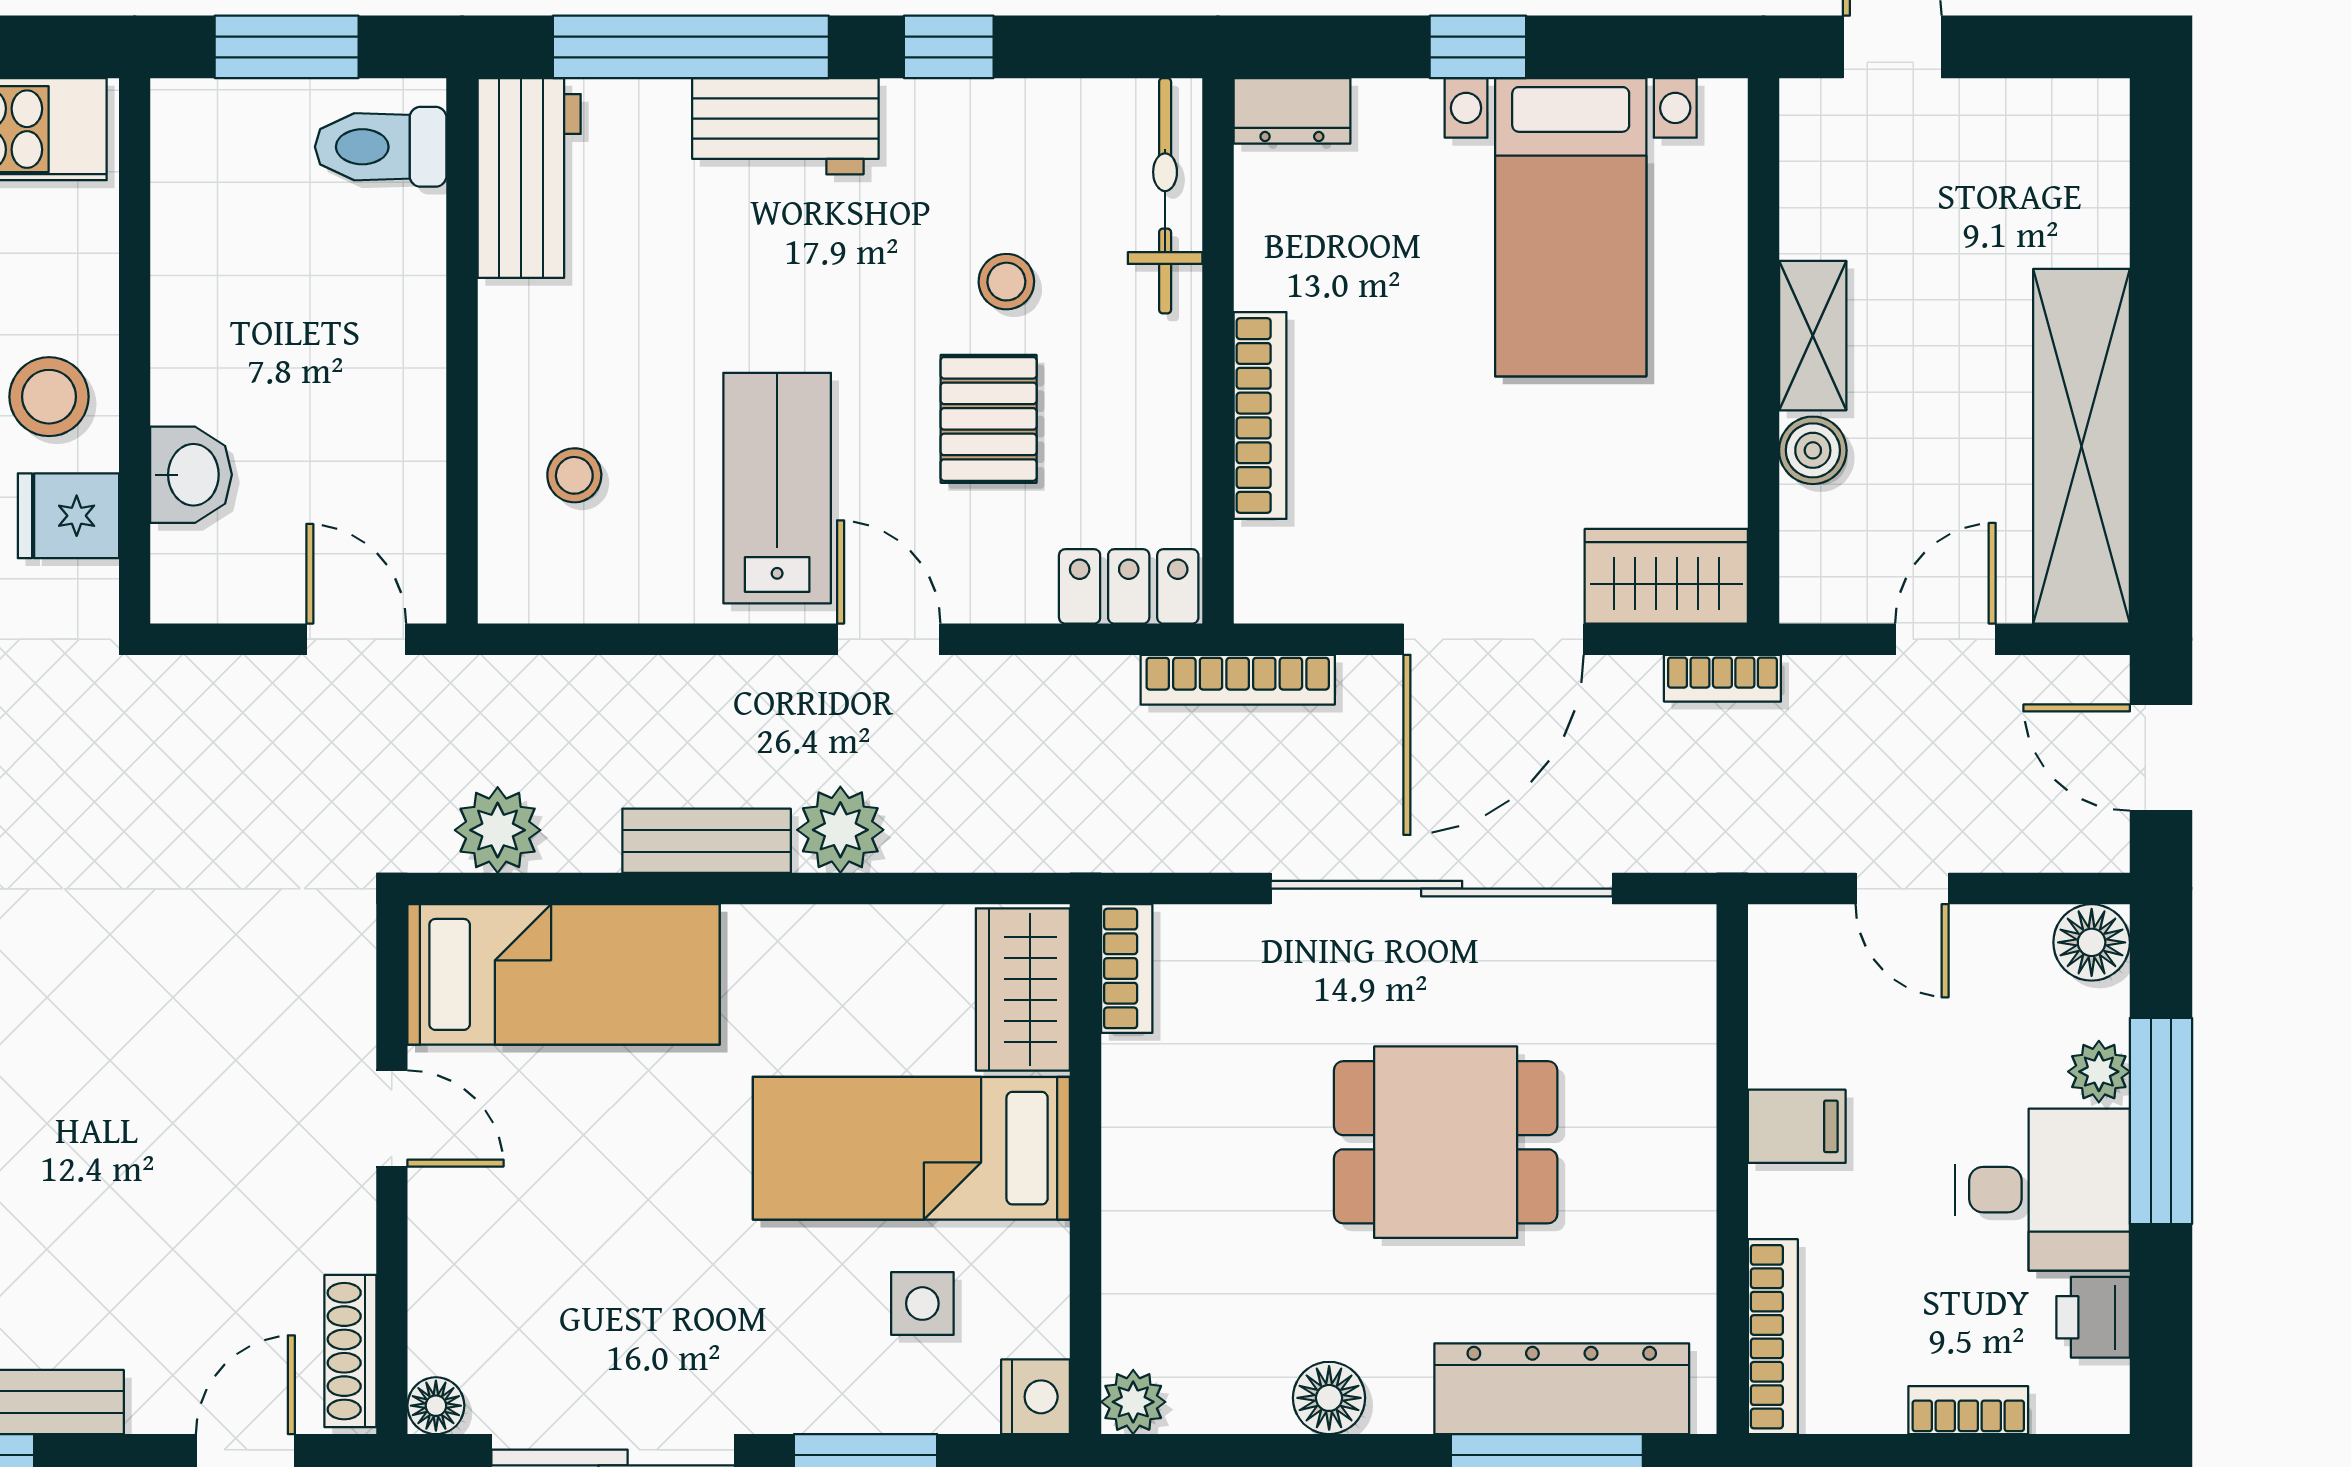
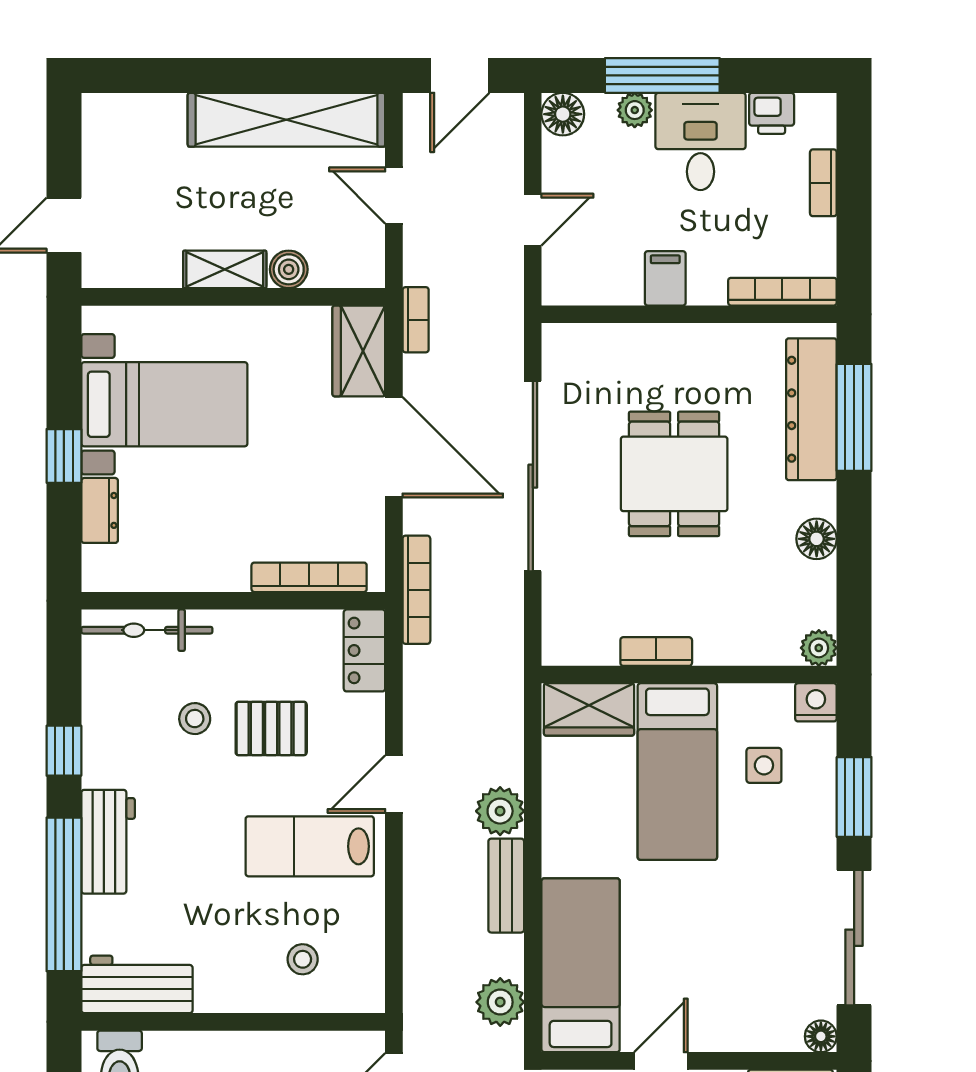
dresser: (1292, 111) -> (100, 510), moved
bookcase: (1260, 416) -> (309, 577), moved
bookcase: (1127, 968) -> (656, 652), moved

